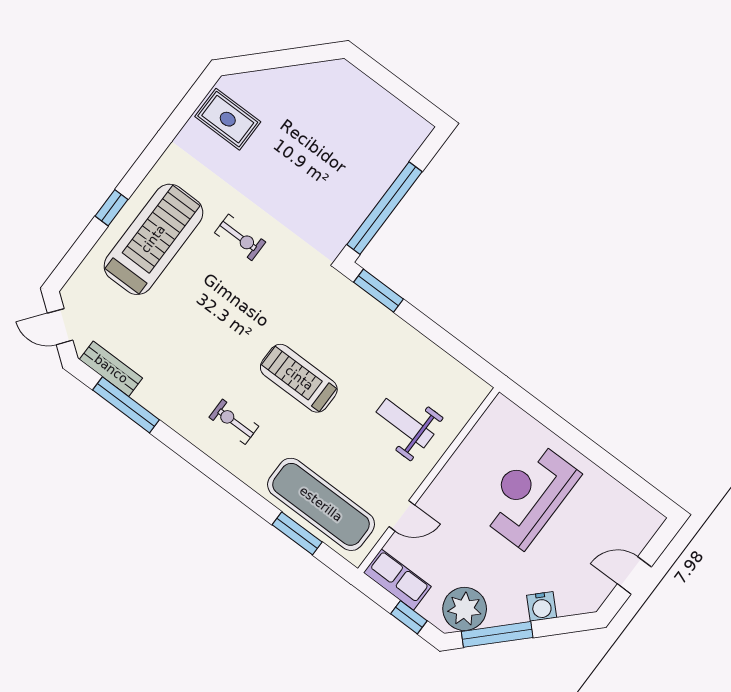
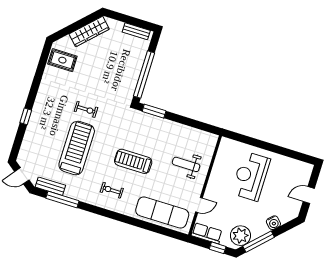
wardrobe: (303, 80) -> (89, 32), added
bench: (400, 114) -> (136, 31), added
treadmill: (153, 239) -> (77, 148), moved
window: (297, 533) -> (156, 229), removed

